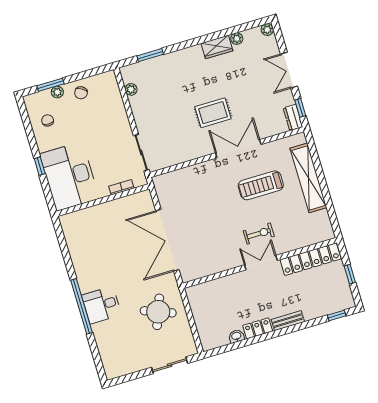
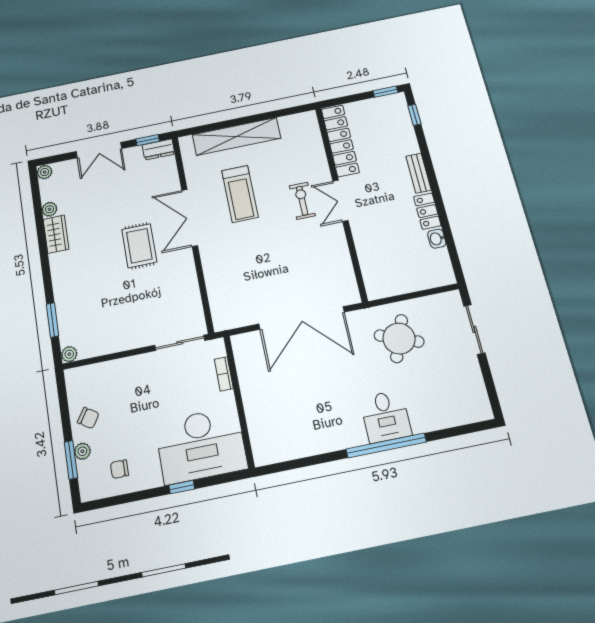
plant: (131, 89) -> (69, 354), moved
window: (350, 274) -> (385, 92), moved

